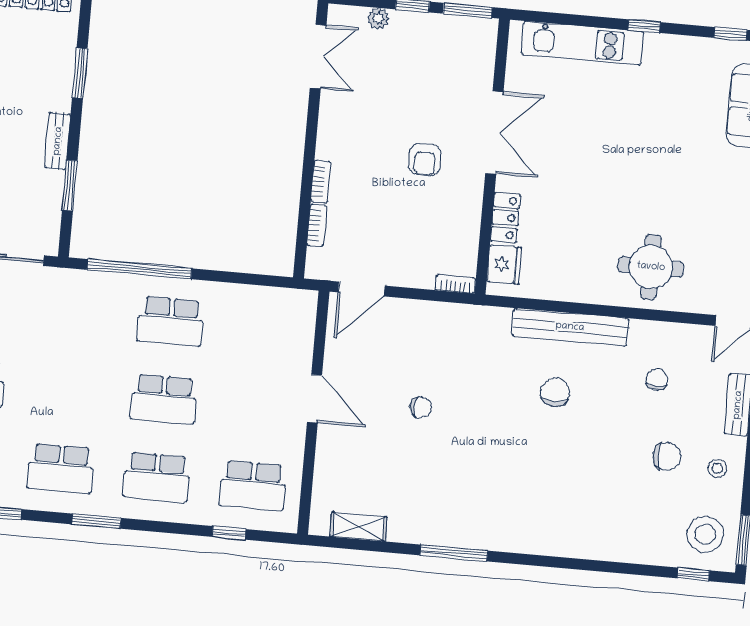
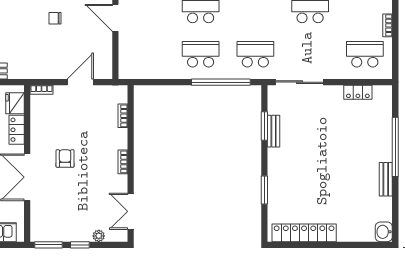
bench: (58, 141) -> (274, 131), moved
bookcase: (321, 182) -> (123, 162), moved
door: (361, 289) -> (80, 82), moved
school desk: (75, 313) -> (255, 54), added

